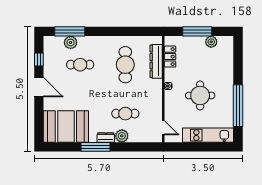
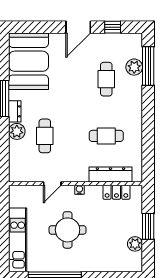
window: (197, 31) -> (148, 226), width x0.69
cafe table: (125, 65) -> (106, 136), width x0.73, depth x0.74
door: (163, 128) -> (52, 184), moved

